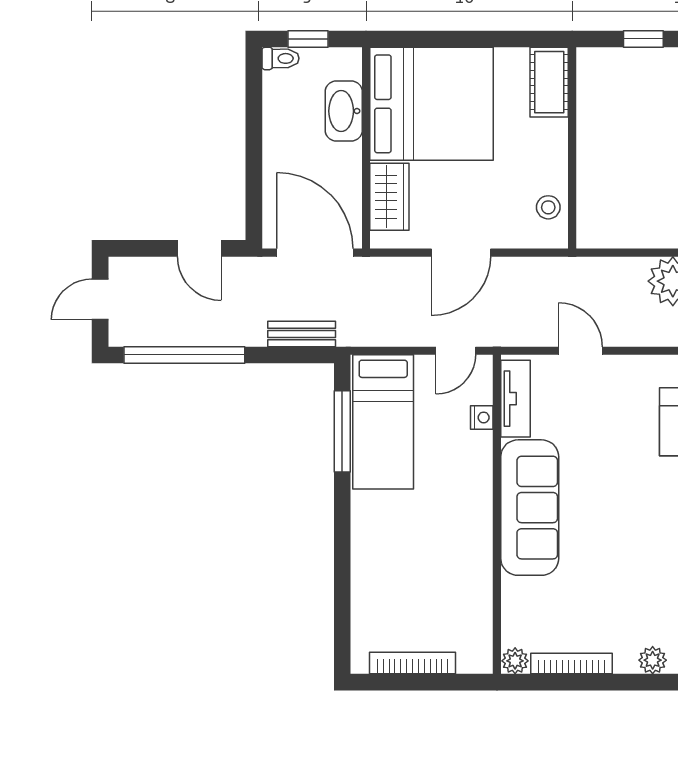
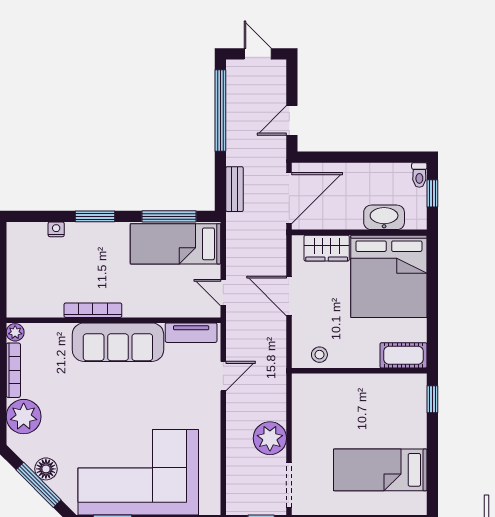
window: (643, 39) -> (432, 399), moved
nightstand: (482, 417) -> (56, 229), moved, turned 180
window: (342, 542) -> (95, 216), added
plant: (653, 660) -> (24, 417), width x1.88, depth x1.88
bookcase: (413, 663) -> (93, 310), moved, turned -90

